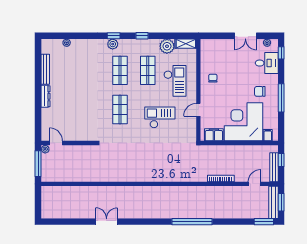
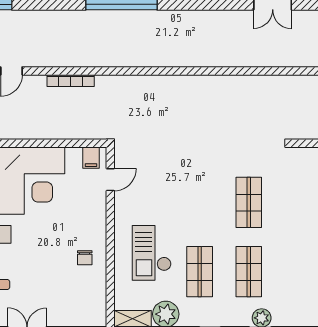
door: (198, 110) -> (110, 180), moved
checkout: (160, 117) -> (178, 188), removed
filing cabinet: (214, 135) -> (91, 158), width x0.50

